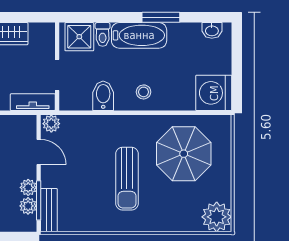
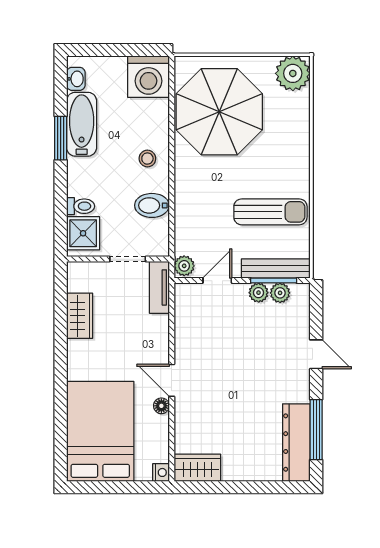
bathtub: (139, 35) -> (82, 124), moved
parasol: (184, 154) -> (219, 112), width x1.36, depth x1.36
sun lounger: (127, 179) -> (270, 212), moved
bench: (49, 210) -> (276, 269), width x1.36

